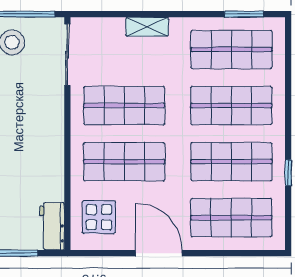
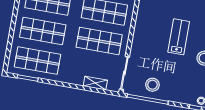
shelving: (147, 27) -> (95, 83), moved

